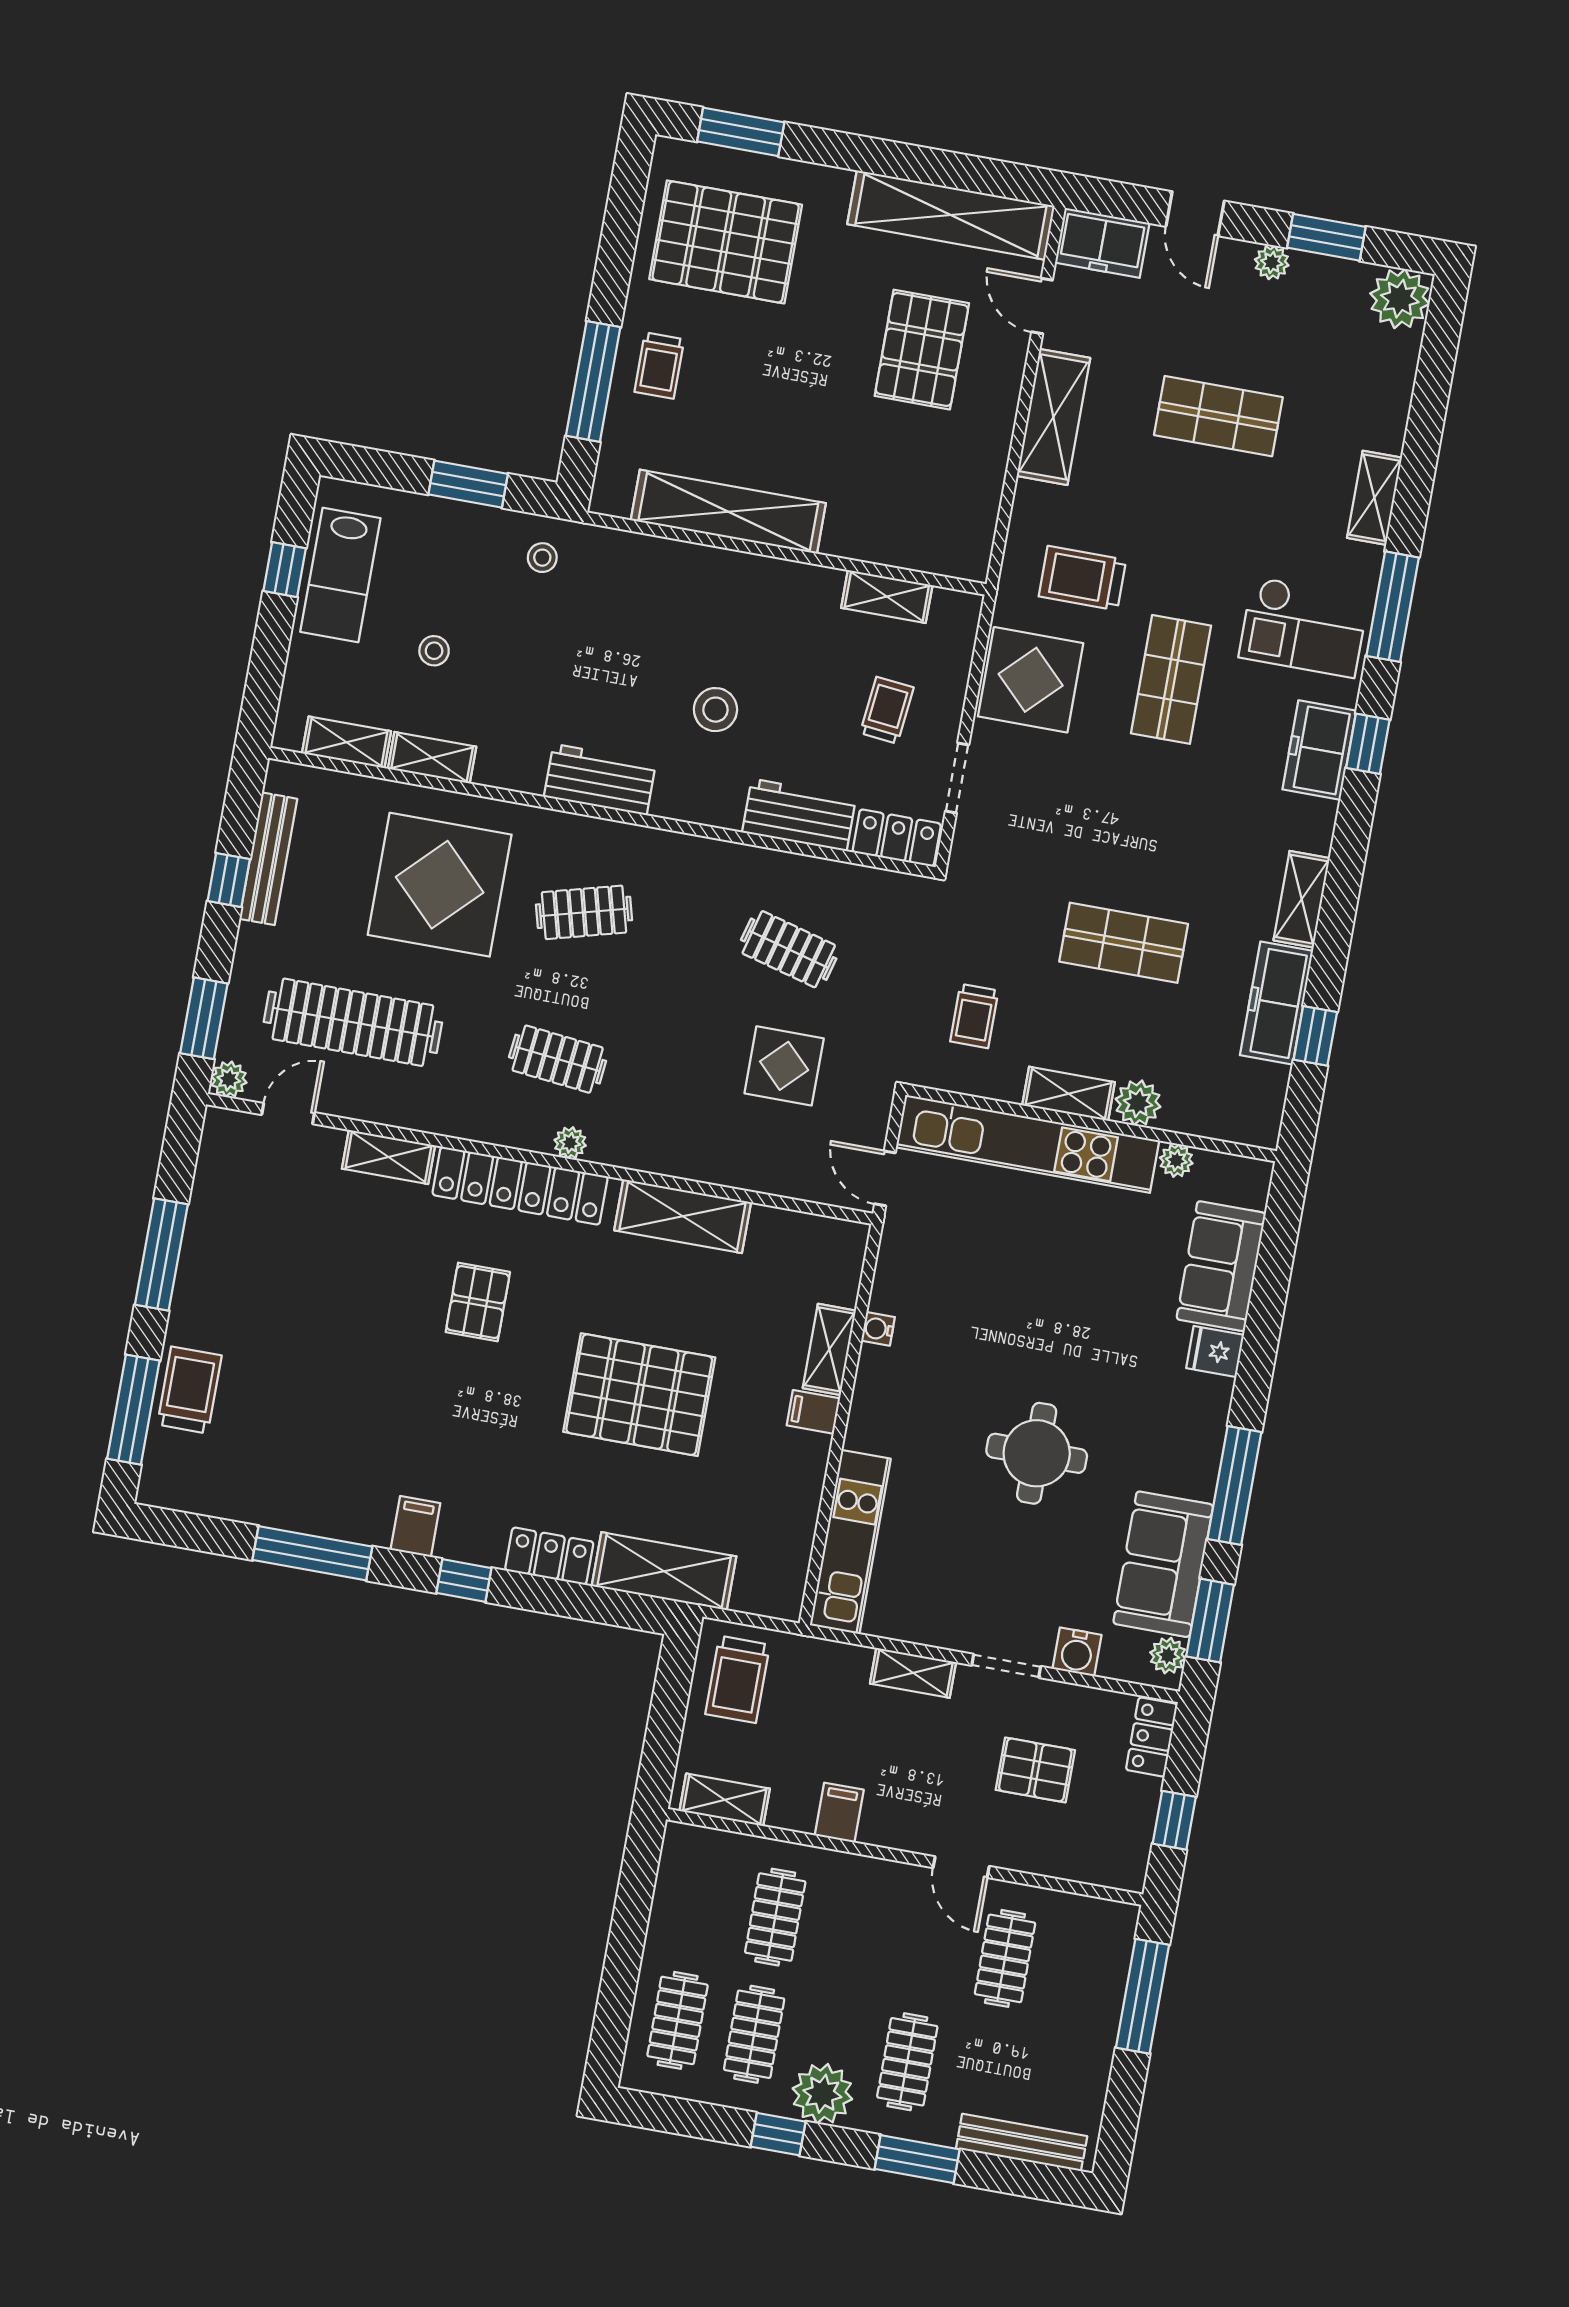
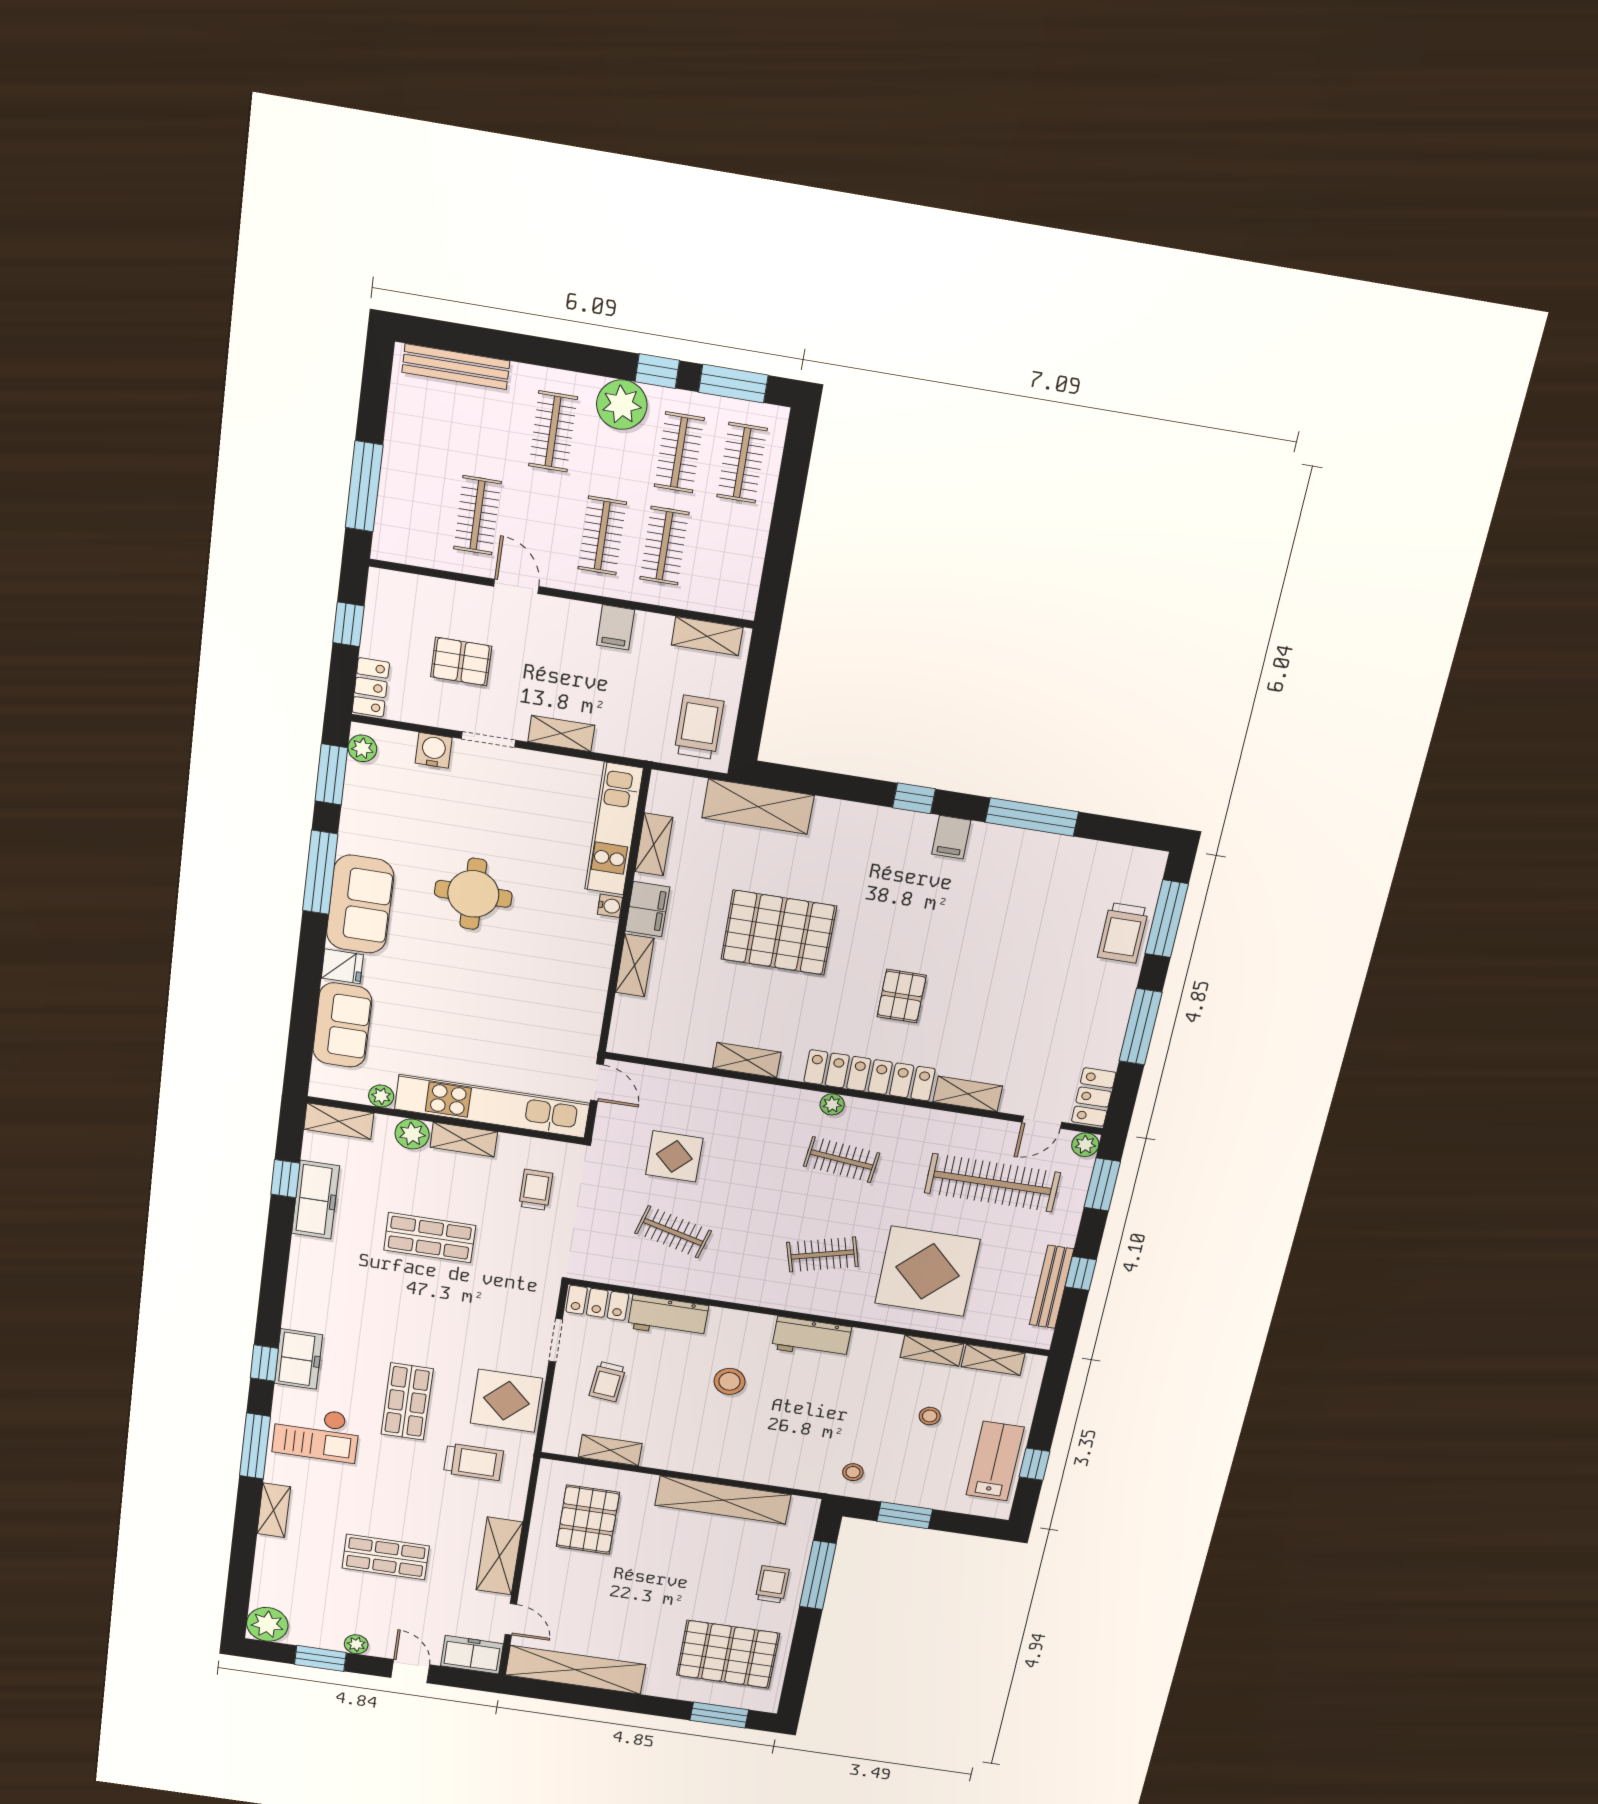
pallet: (922, 350) -> (588, 1520), moved
checkout: (1304, 627) -> (316, 1434), turned 180
shelving: (1302, 899) -> (339, 1121), moved, turned 90
shelving: (683, 1216) -> (747, 1060), width x0.67, depth x0.75
water cooler: (878, 1329) -> (610, 906), moved
filing cabinet: (813, 1412) -> (647, 909), width x2.00
shelving: (799, 1520) -> (654, 844), added
locker: (549, 1556) -> (1094, 1097), moved, turned 90
sofa: (1163, 1564) -> (360, 904), moved
clothes rail: (852, 1931) -> (602, 536), added
window: (917, 2159) -> (733, 384), moved

